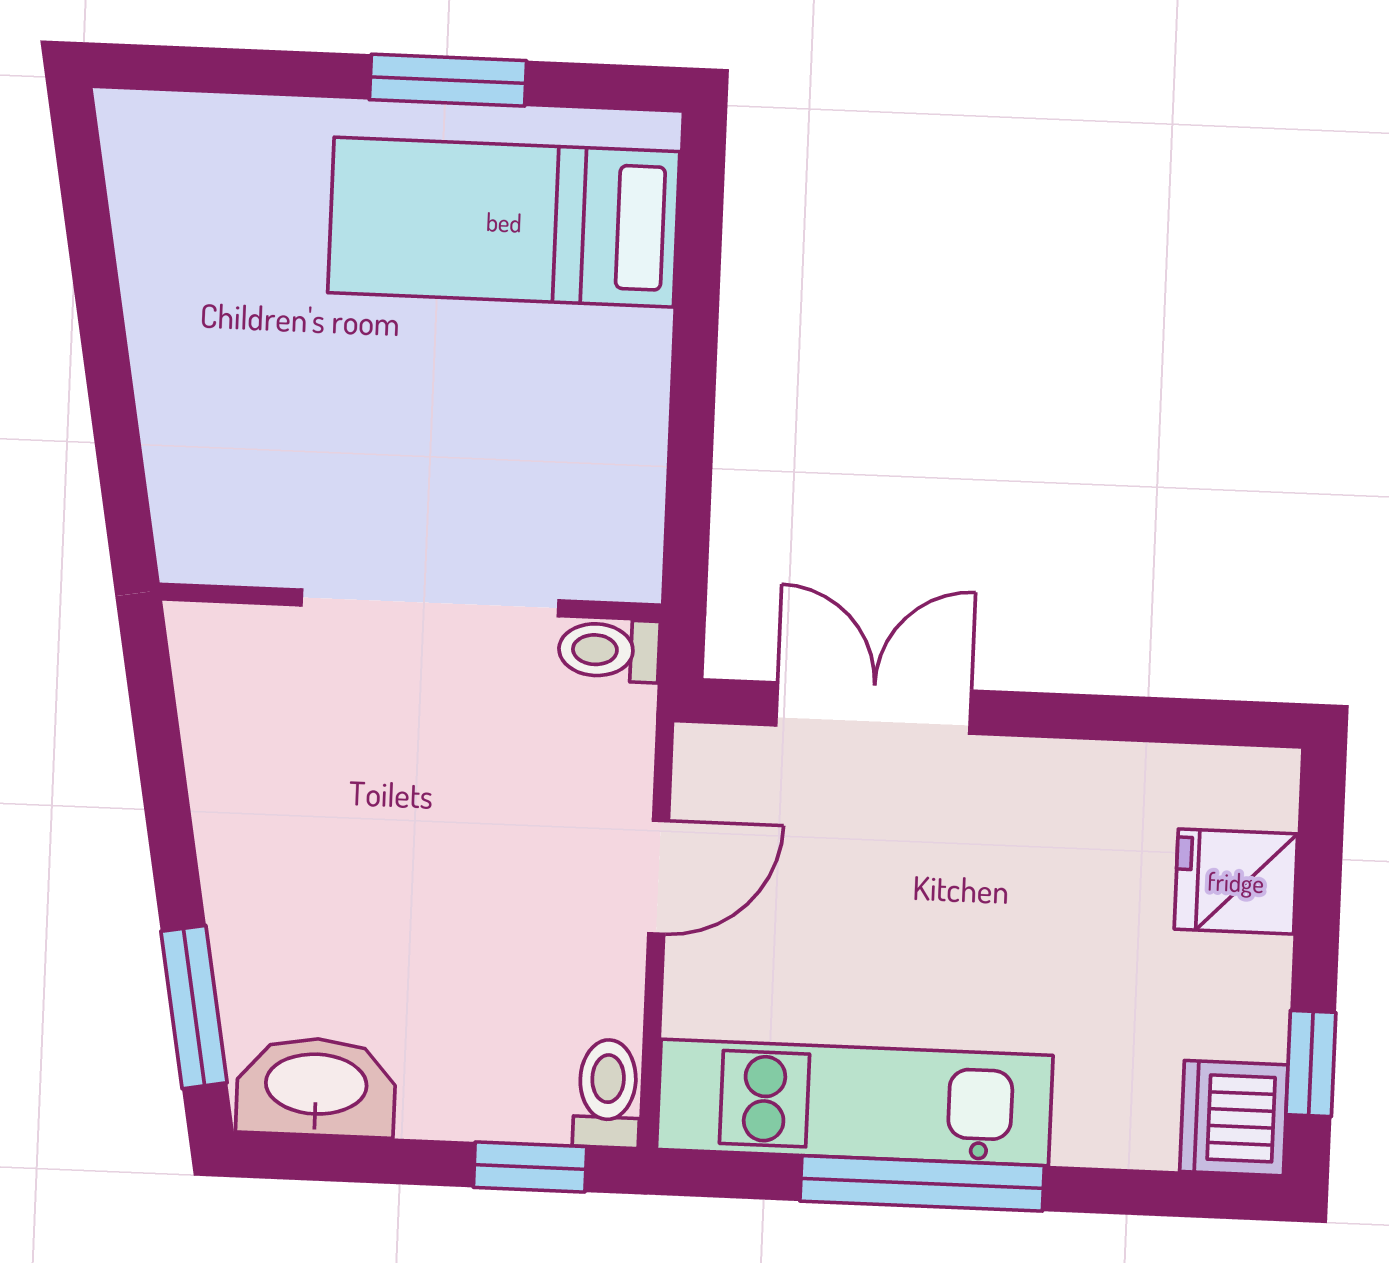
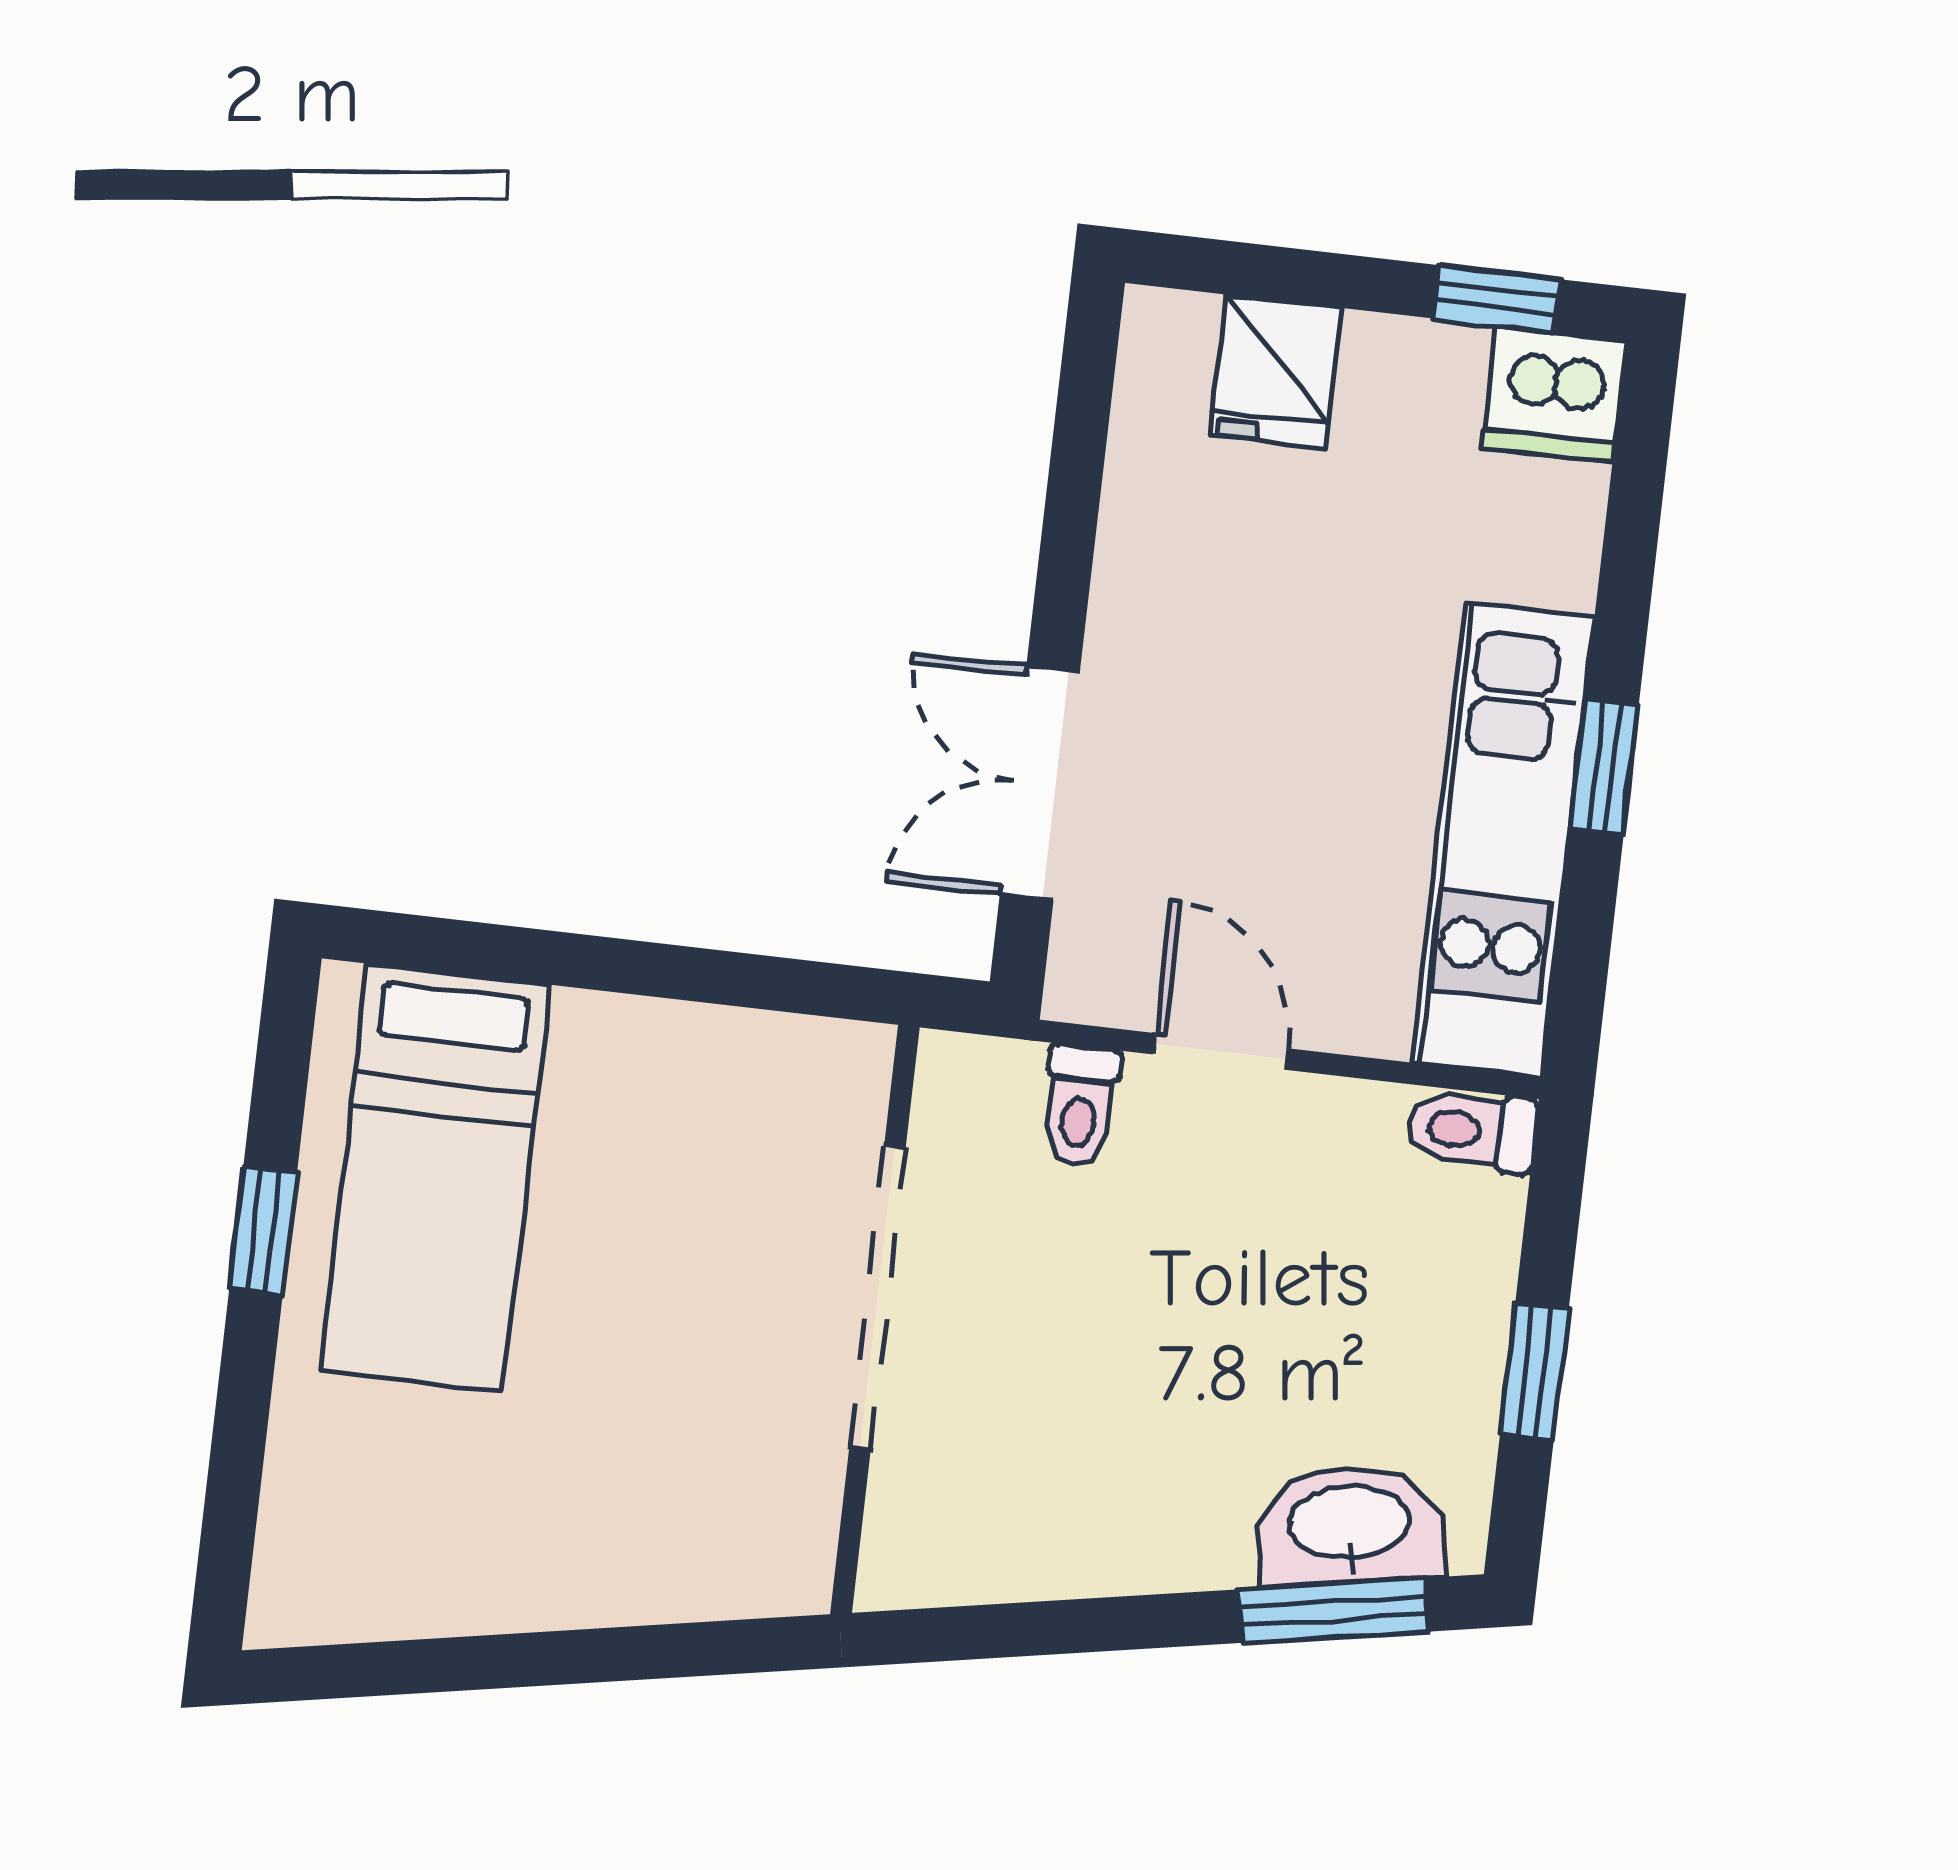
window: (448, 80) -> (263, 1231), width x0.67
toilet: (609, 650) -> (1080, 1106), moved
washbasin: (316, 1087) -> (1349, 1525), moved, turned 80
window: (530, 1167) -> (1534, 1372), moved
window: (922, 1183) -> (1604, 768), width x0.46

